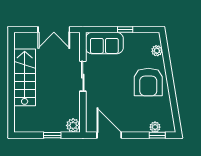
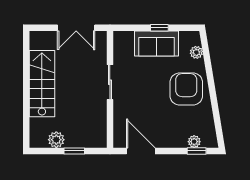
sofa: (104, 43) -> (157, 44), moved
armchair: (148, 82) -> (186, 89), turned 180
plant: (73, 125) -> (56, 140), moved

